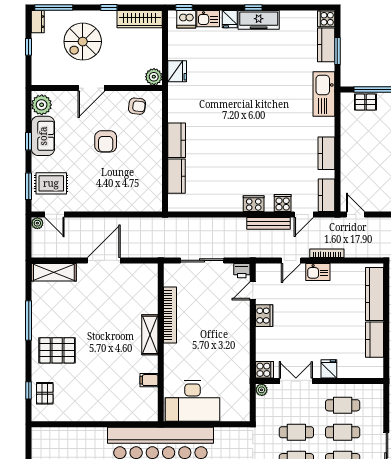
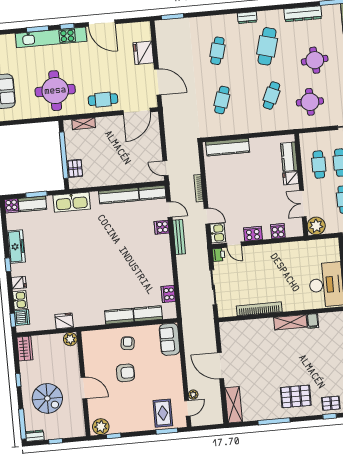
wardrobe: (140, 19) -> (25, 349), width x0.67
freezer: (259, 20) -> (16, 247), moved
armchair: (137, 106) -> (128, 343), moved
sofa: (43, 136) -> (170, 339), moved, turned -90
window: (29, 141) -> (114, 436), moved
kitchen counter: (326, 153) -> (119, 196), width x1.50
cooker: (254, 204) -> (168, 294), moved
door: (355, 214) -> (166, 168), hinge flipped
plant: (37, 223) -> (193, 395), moved
kitchen sink: (318, 272) -> (218, 233), moved
shelving: (150, 335) -> (290, 322), moved
kitchen counter: (374, 340) -> (289, 157), moved, turned 90
pallet: (57, 350) -> (296, 396), turned 90
cooker: (264, 370) -> (278, 231), moved
plant: (262, 390) -> (316, 226), width x1.88, depth x1.88

